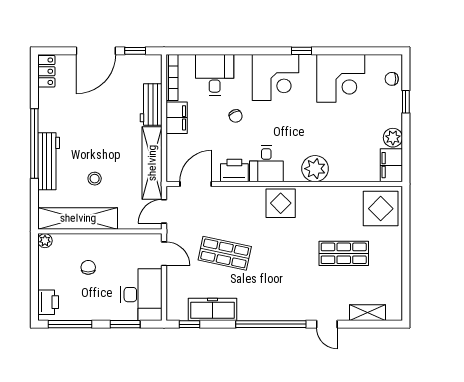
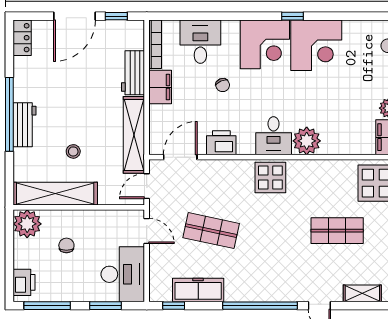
corner desk: (341, 78) -> (316, 45), moved
workbench: (49, 161) -> (24, 125), width x0.73
desk: (266, 164) -> (274, 136), moved
plant: (45, 241) -> (27, 224), width x1.87, depth x1.87

